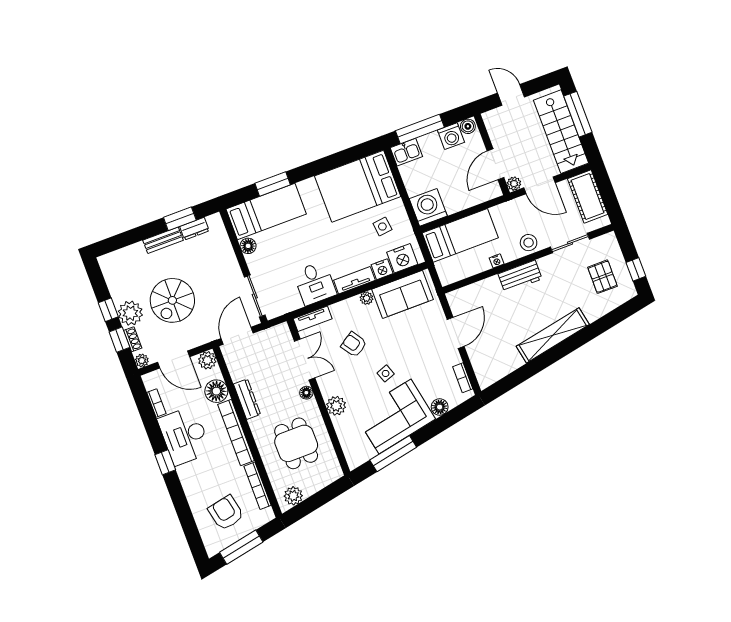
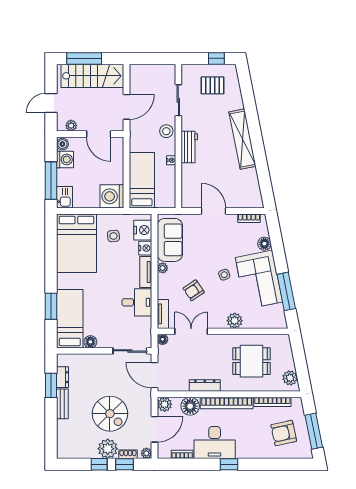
plant: (514, 184) -> (71, 126), moved
cot: (588, 197) -> (148, 74), removed
floor lamp: (306, 393) -> (163, 339), moved

